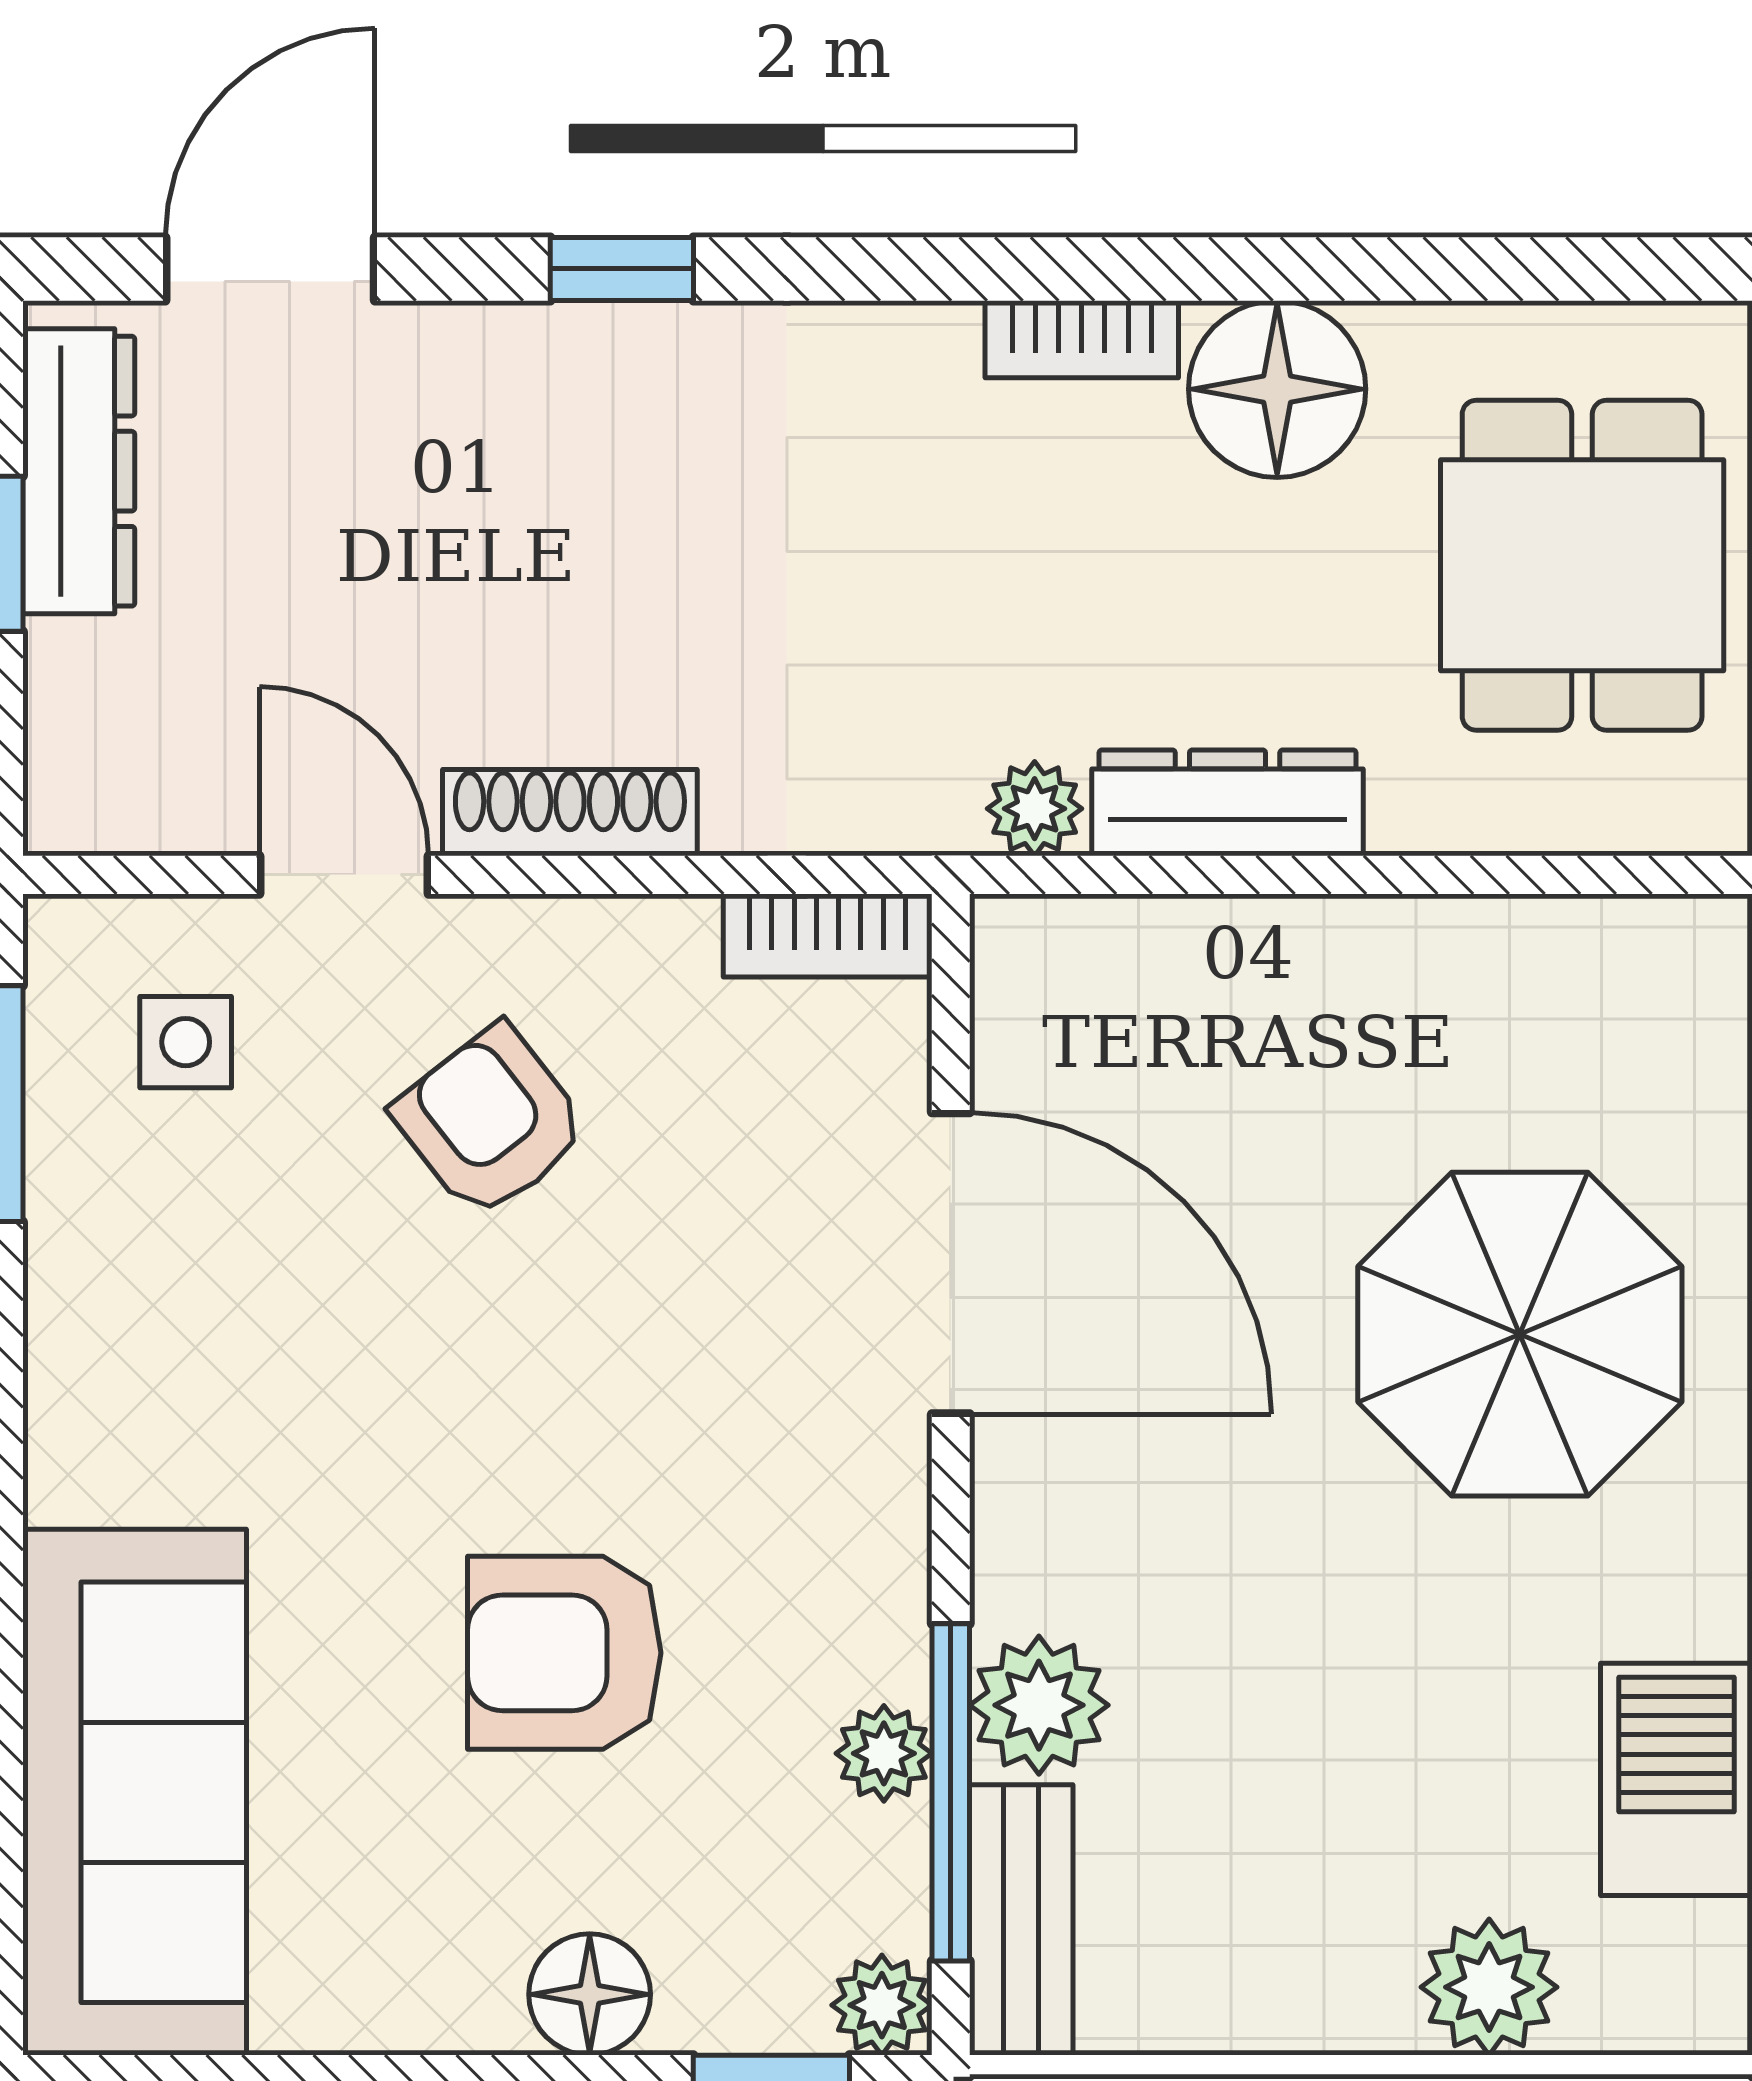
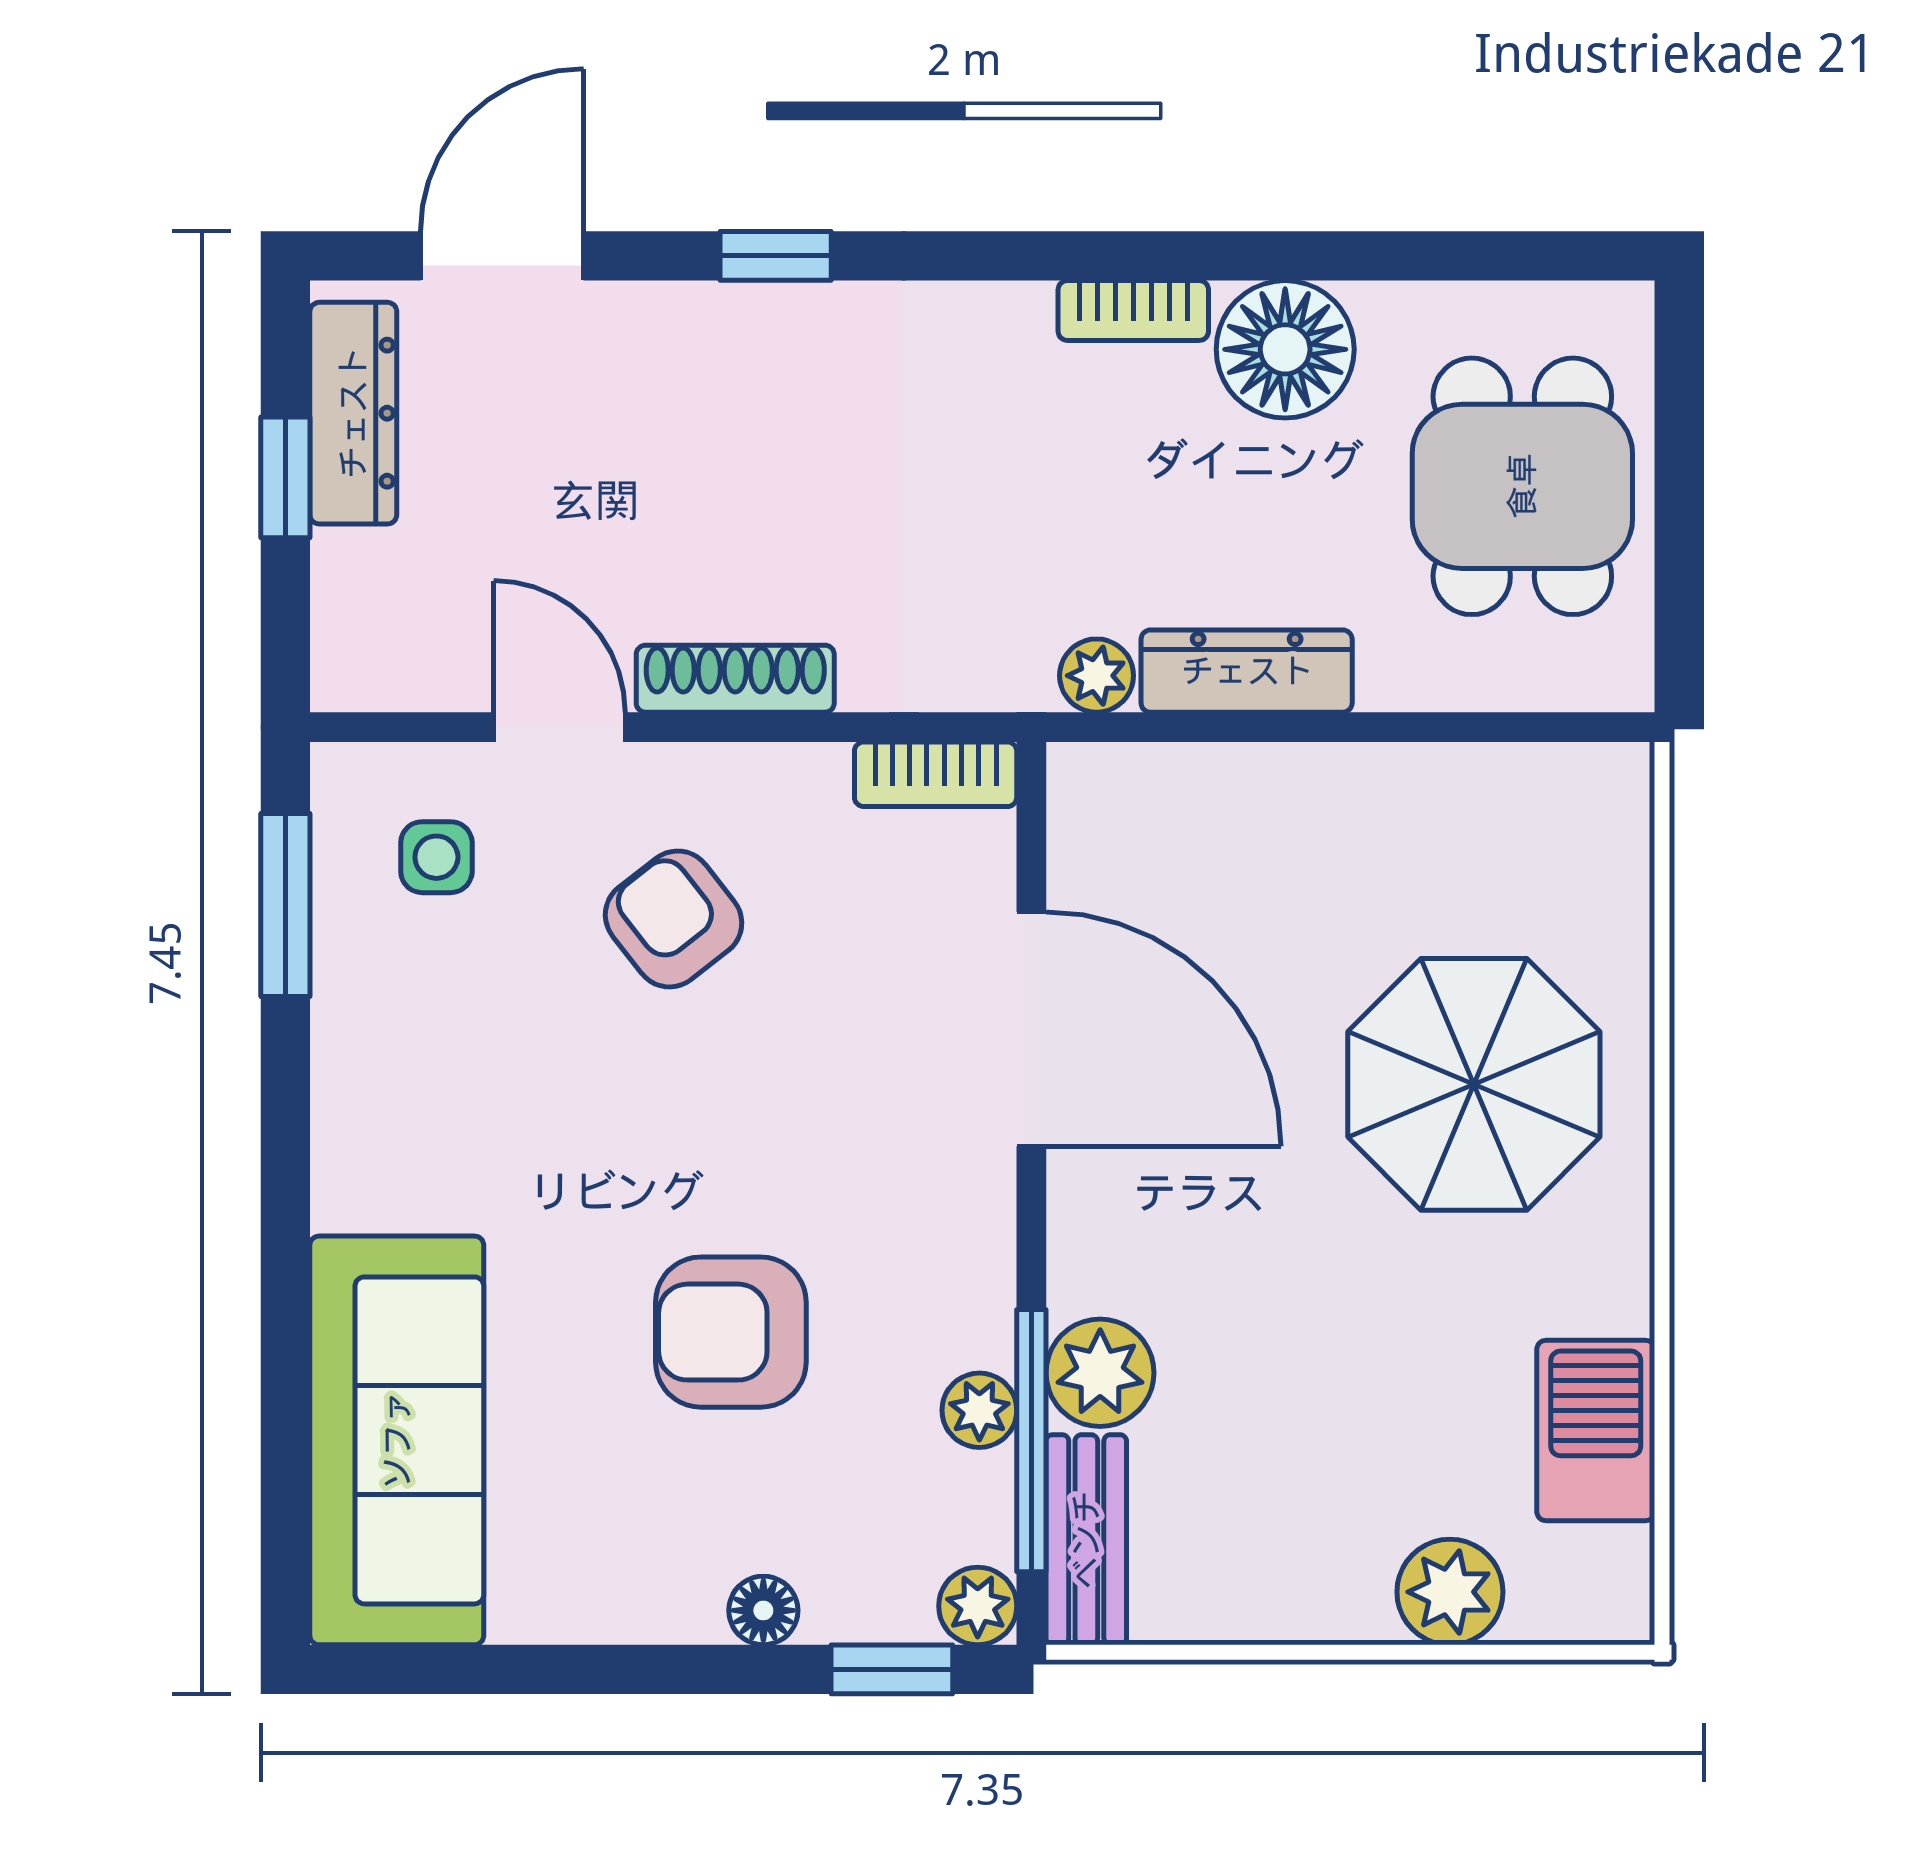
floor lamp: (590, 1994) -> (763, 1610), width x0.73, depth x0.73

